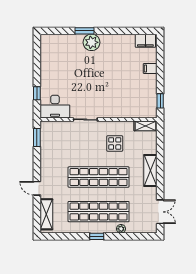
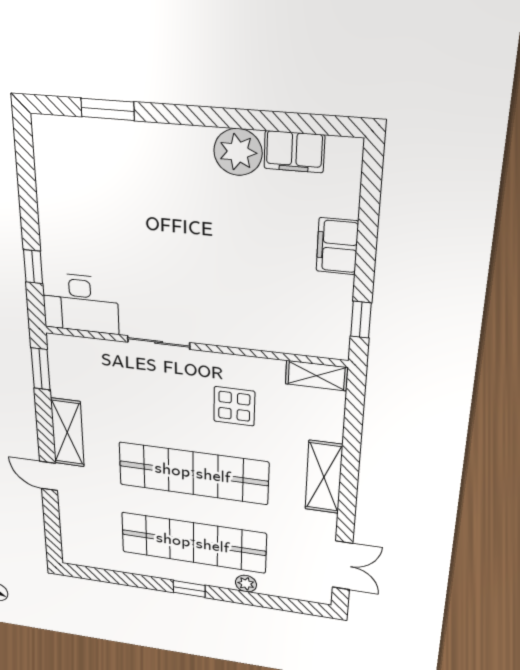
window: (84, 31) -> (108, 109), moved
filing cabinet: (145, 41) -> (294, 152), moved
plant: (92, 42) -> (238, 152), moved
filing cabinet: (150, 68) -> (337, 246), width x2.00
shelving: (46, 214) -> (67, 432), moved

